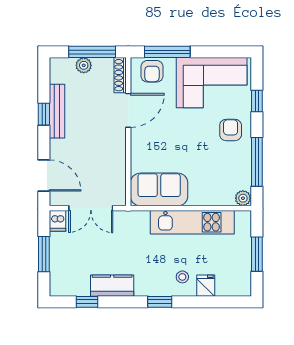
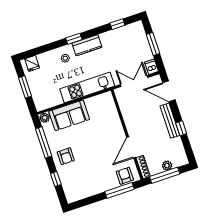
corner sofa: (212, 83) -> (87, 181), removed
bench: (57, 111) -> (170, 121), moved
sofa: (159, 189) -> (69, 115), moved
kitchen unit: (192, 222) -> (87, 87), moved
kitchen counter: (112, 286) -> (87, 45), moved
fridge: (206, 286) -> (32, 63), moved

